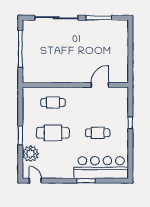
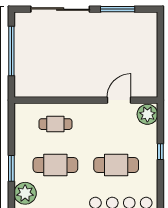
plant: (121, 95) -> (147, 114), added
cafe table: (98, 133) -> (116, 165), width x1.37, depth x1.35

